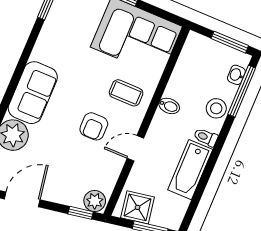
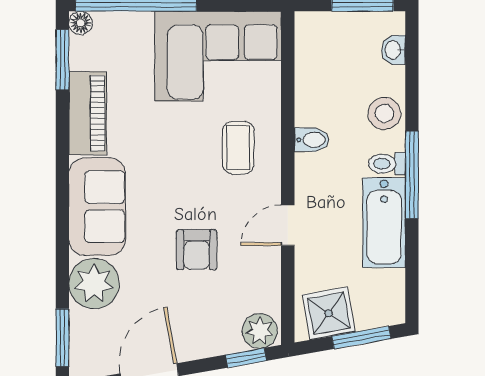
piano: (50, 38) -> (88, 113), added
window: (242, 91) -> (412, 175), moved
coffee table: (126, 93) -> (238, 148), turned 90
armchair: (94, 126) -> (197, 250), moved

